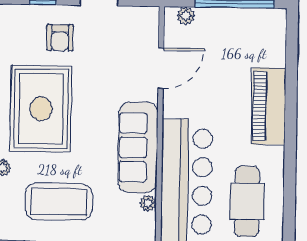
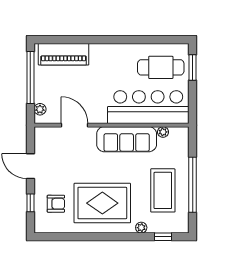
armchair: (60, 38) -> (56, 204), moved
piano: (269, 106) -> (64, 54), moved

